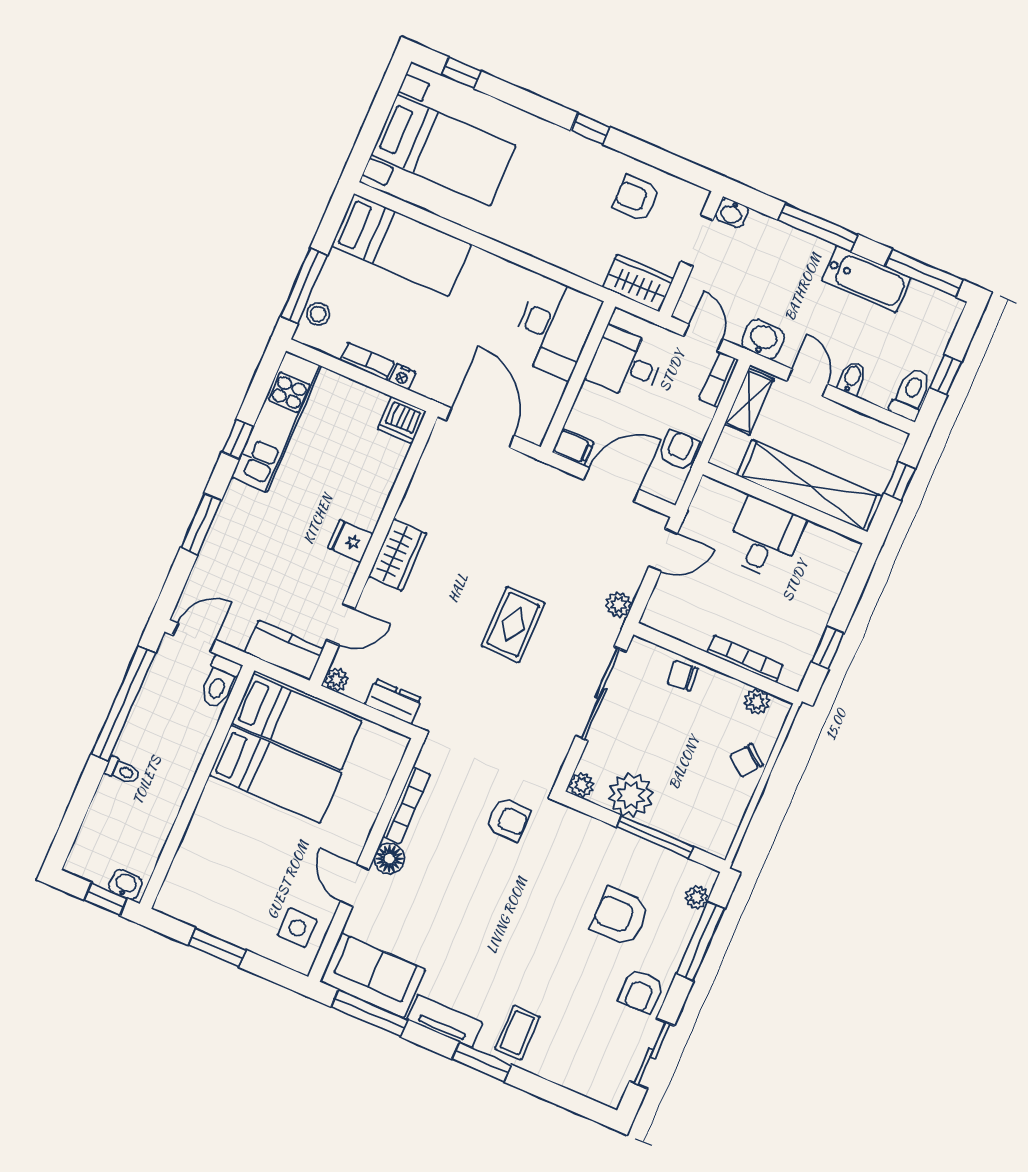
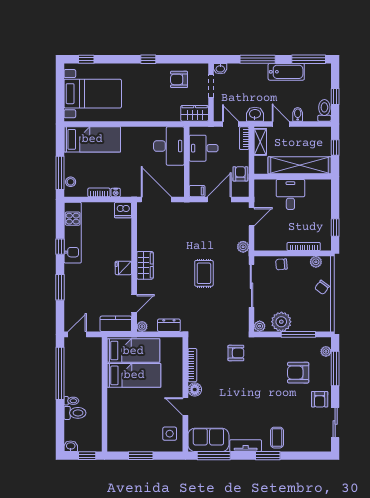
toilet: (220, 682) -> (75, 413), moved, turned -90
washbasin: (126, 885) -> (71, 446), moved

